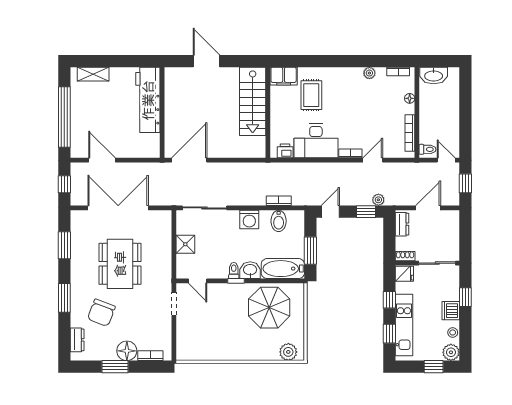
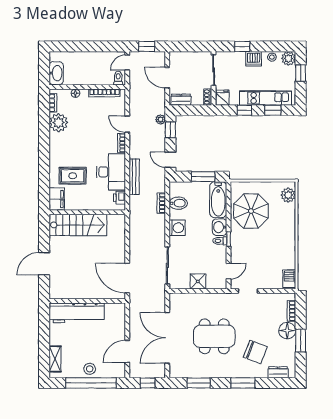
plant: (369, 73) -> (58, 123), width x1.88, depth x1.88
stool: (81, 115) -> (90, 369), added
bench: (310, 168) -> (134, 177), added
barbecue: (189, 353) -> (289, 279), added

